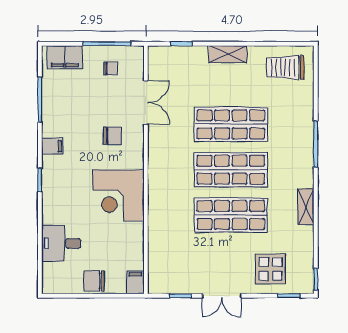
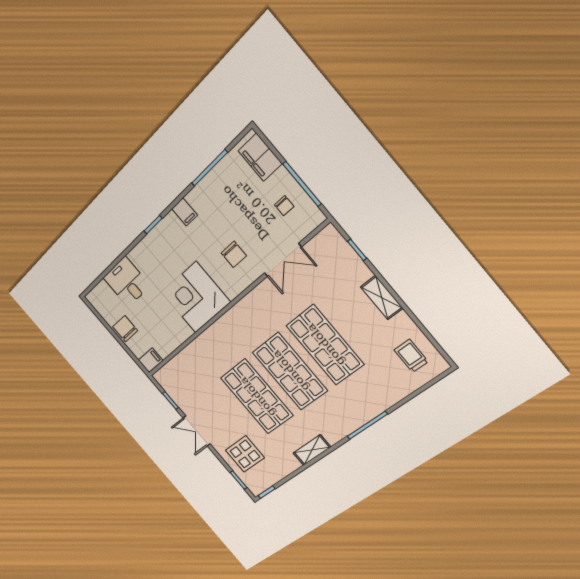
trolley: (285, 68) -> (411, 356), width x0.73, depth x0.72

